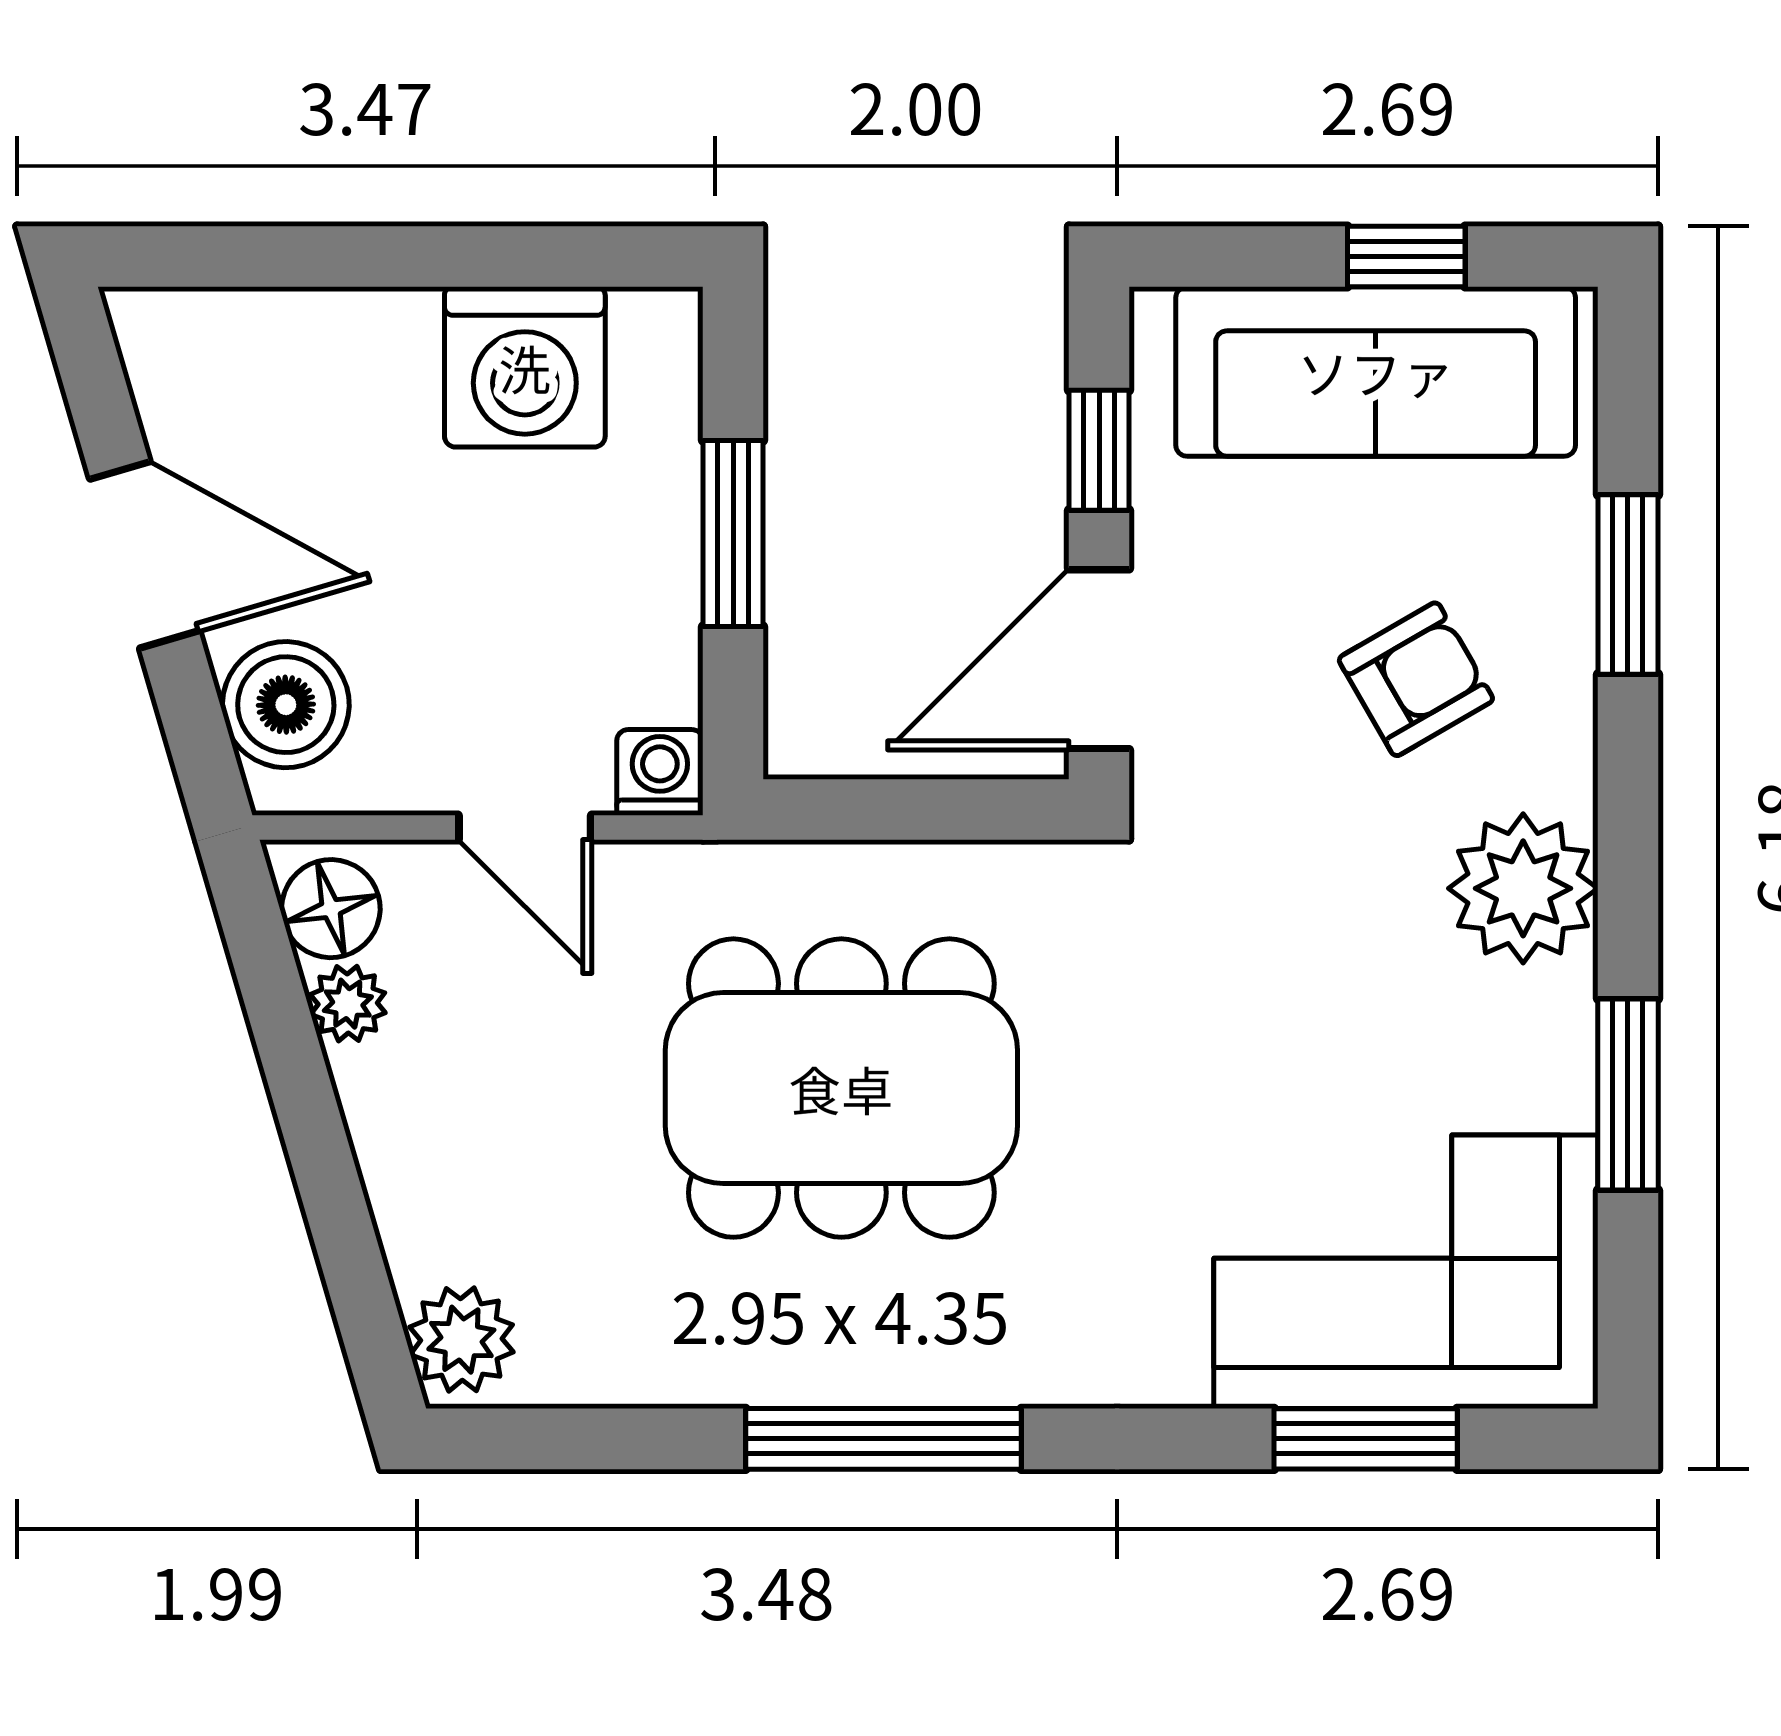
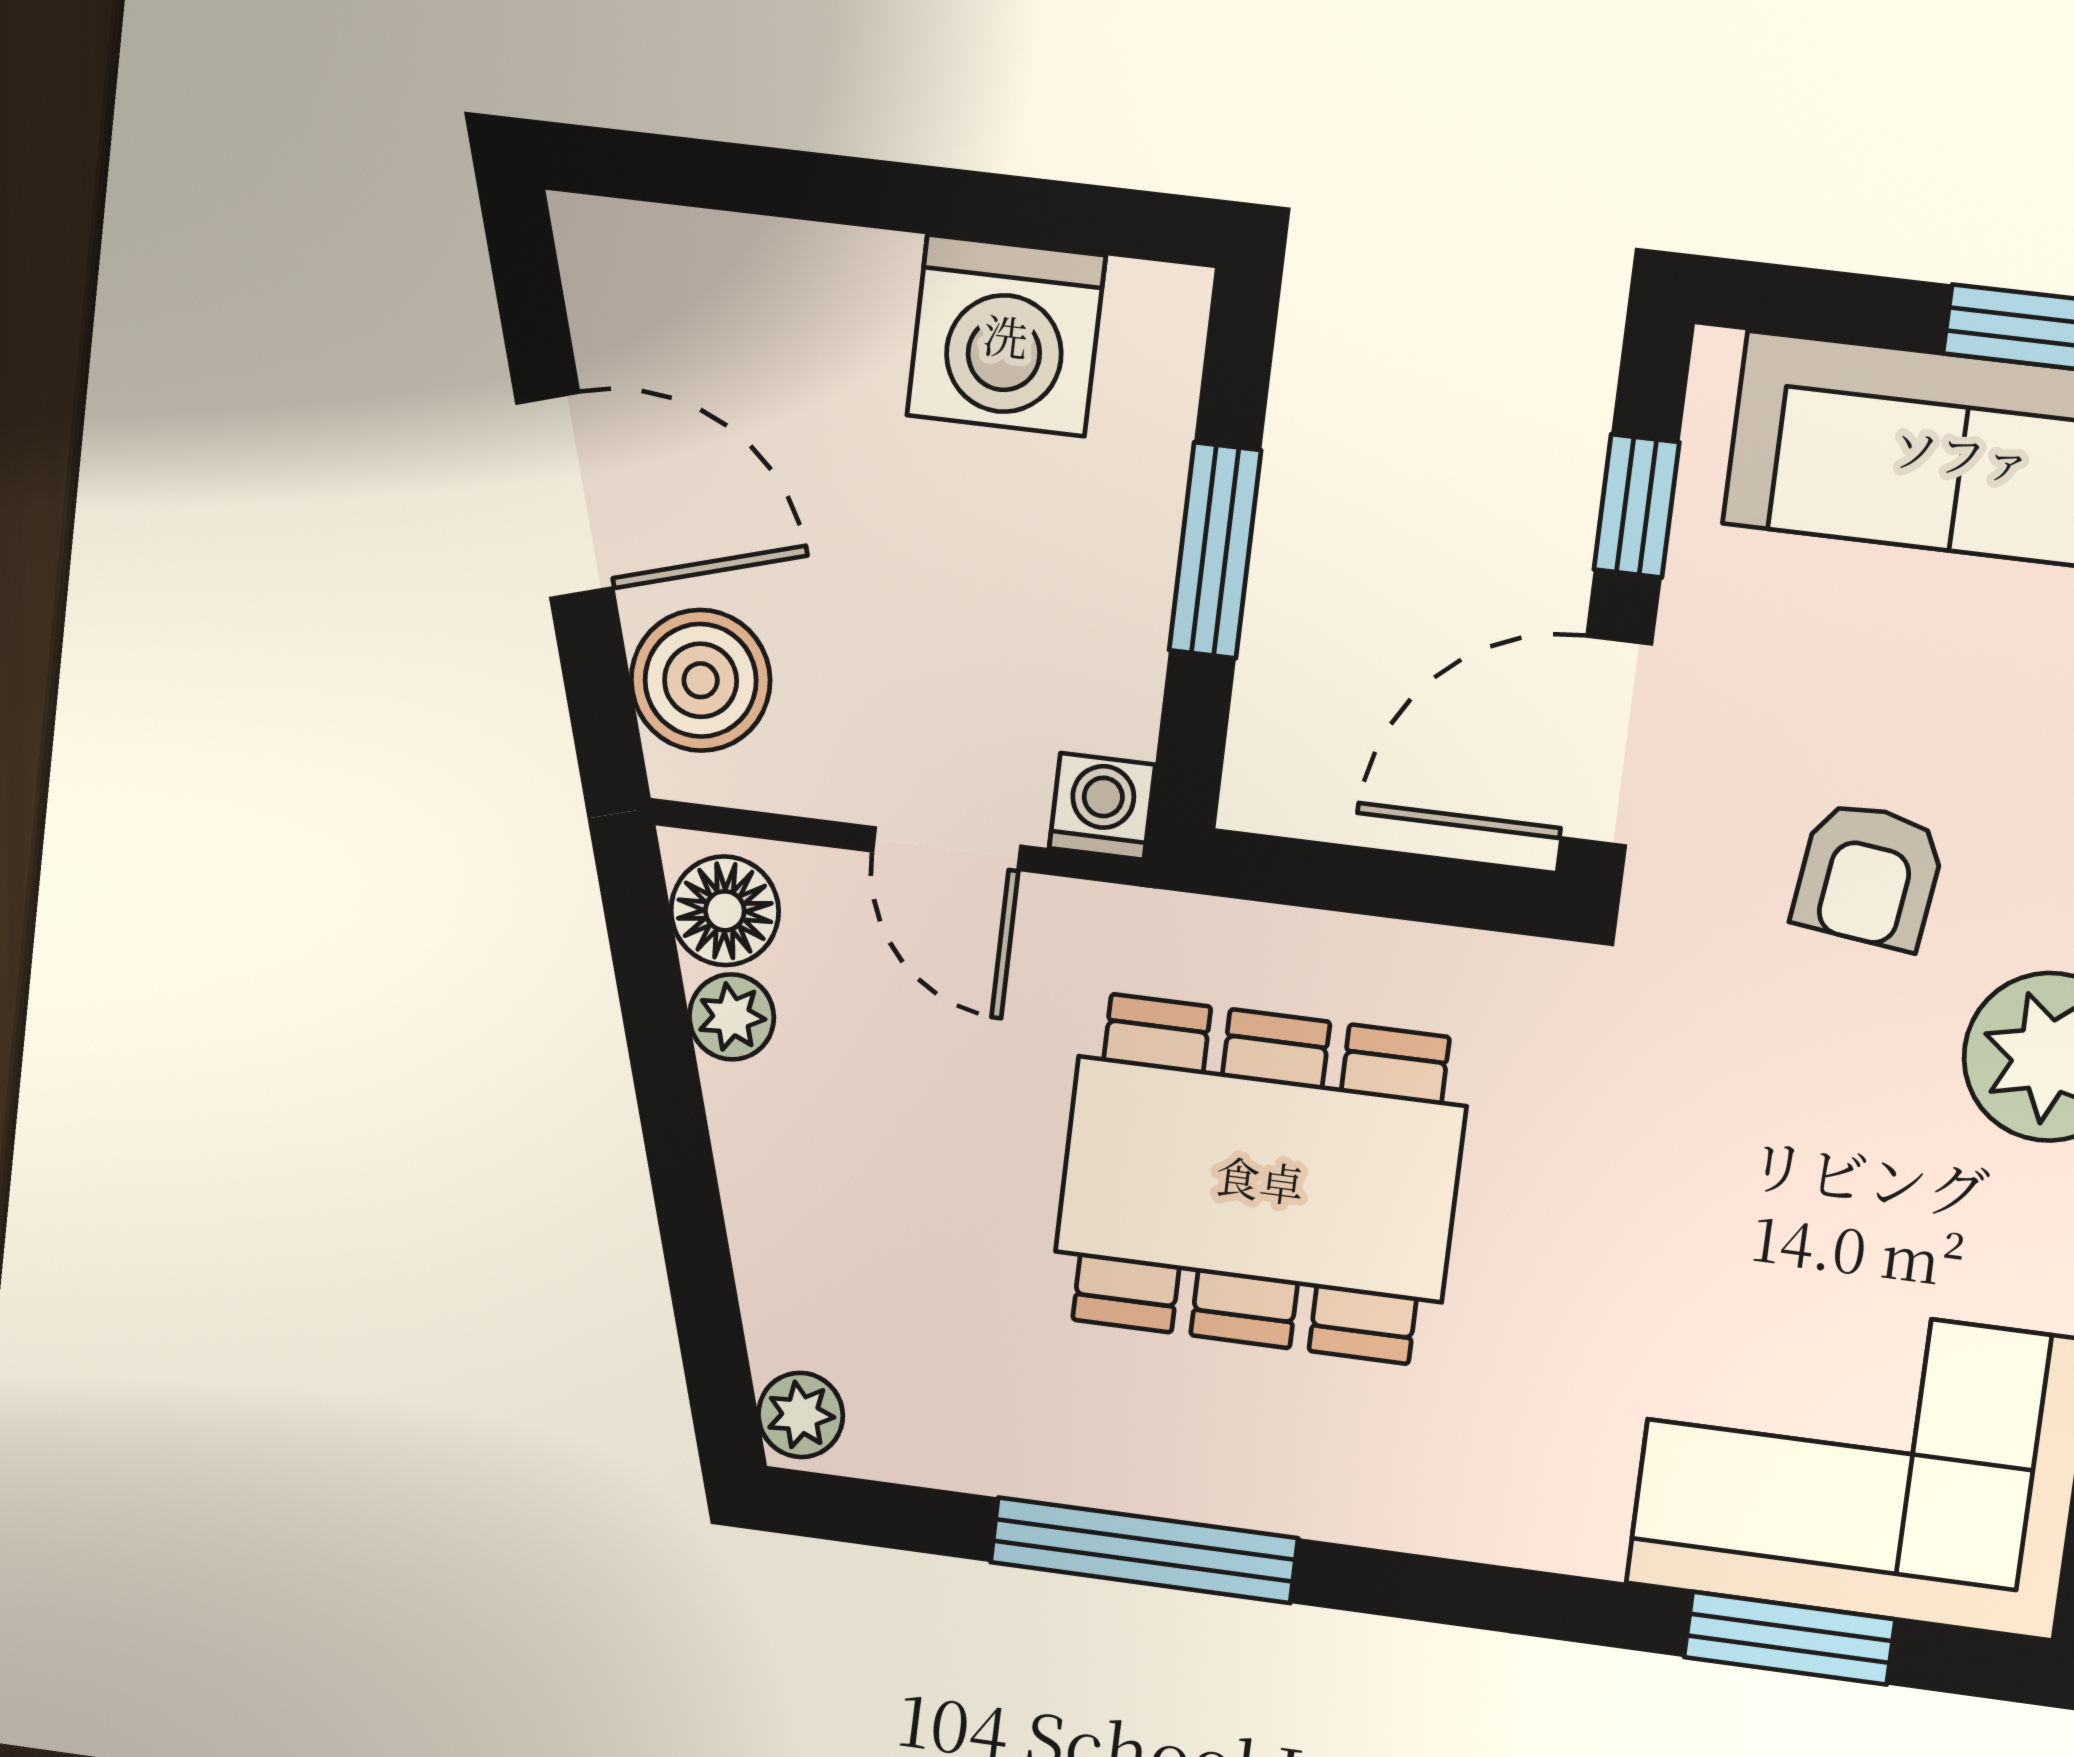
armchair: (1416, 679) -> (1869, 875), moved, turned 127
plant: (461, 1340) -> (801, 1415), width x0.73, depth x0.73
window: (883, 1439) -> (1144, 1550), moved

